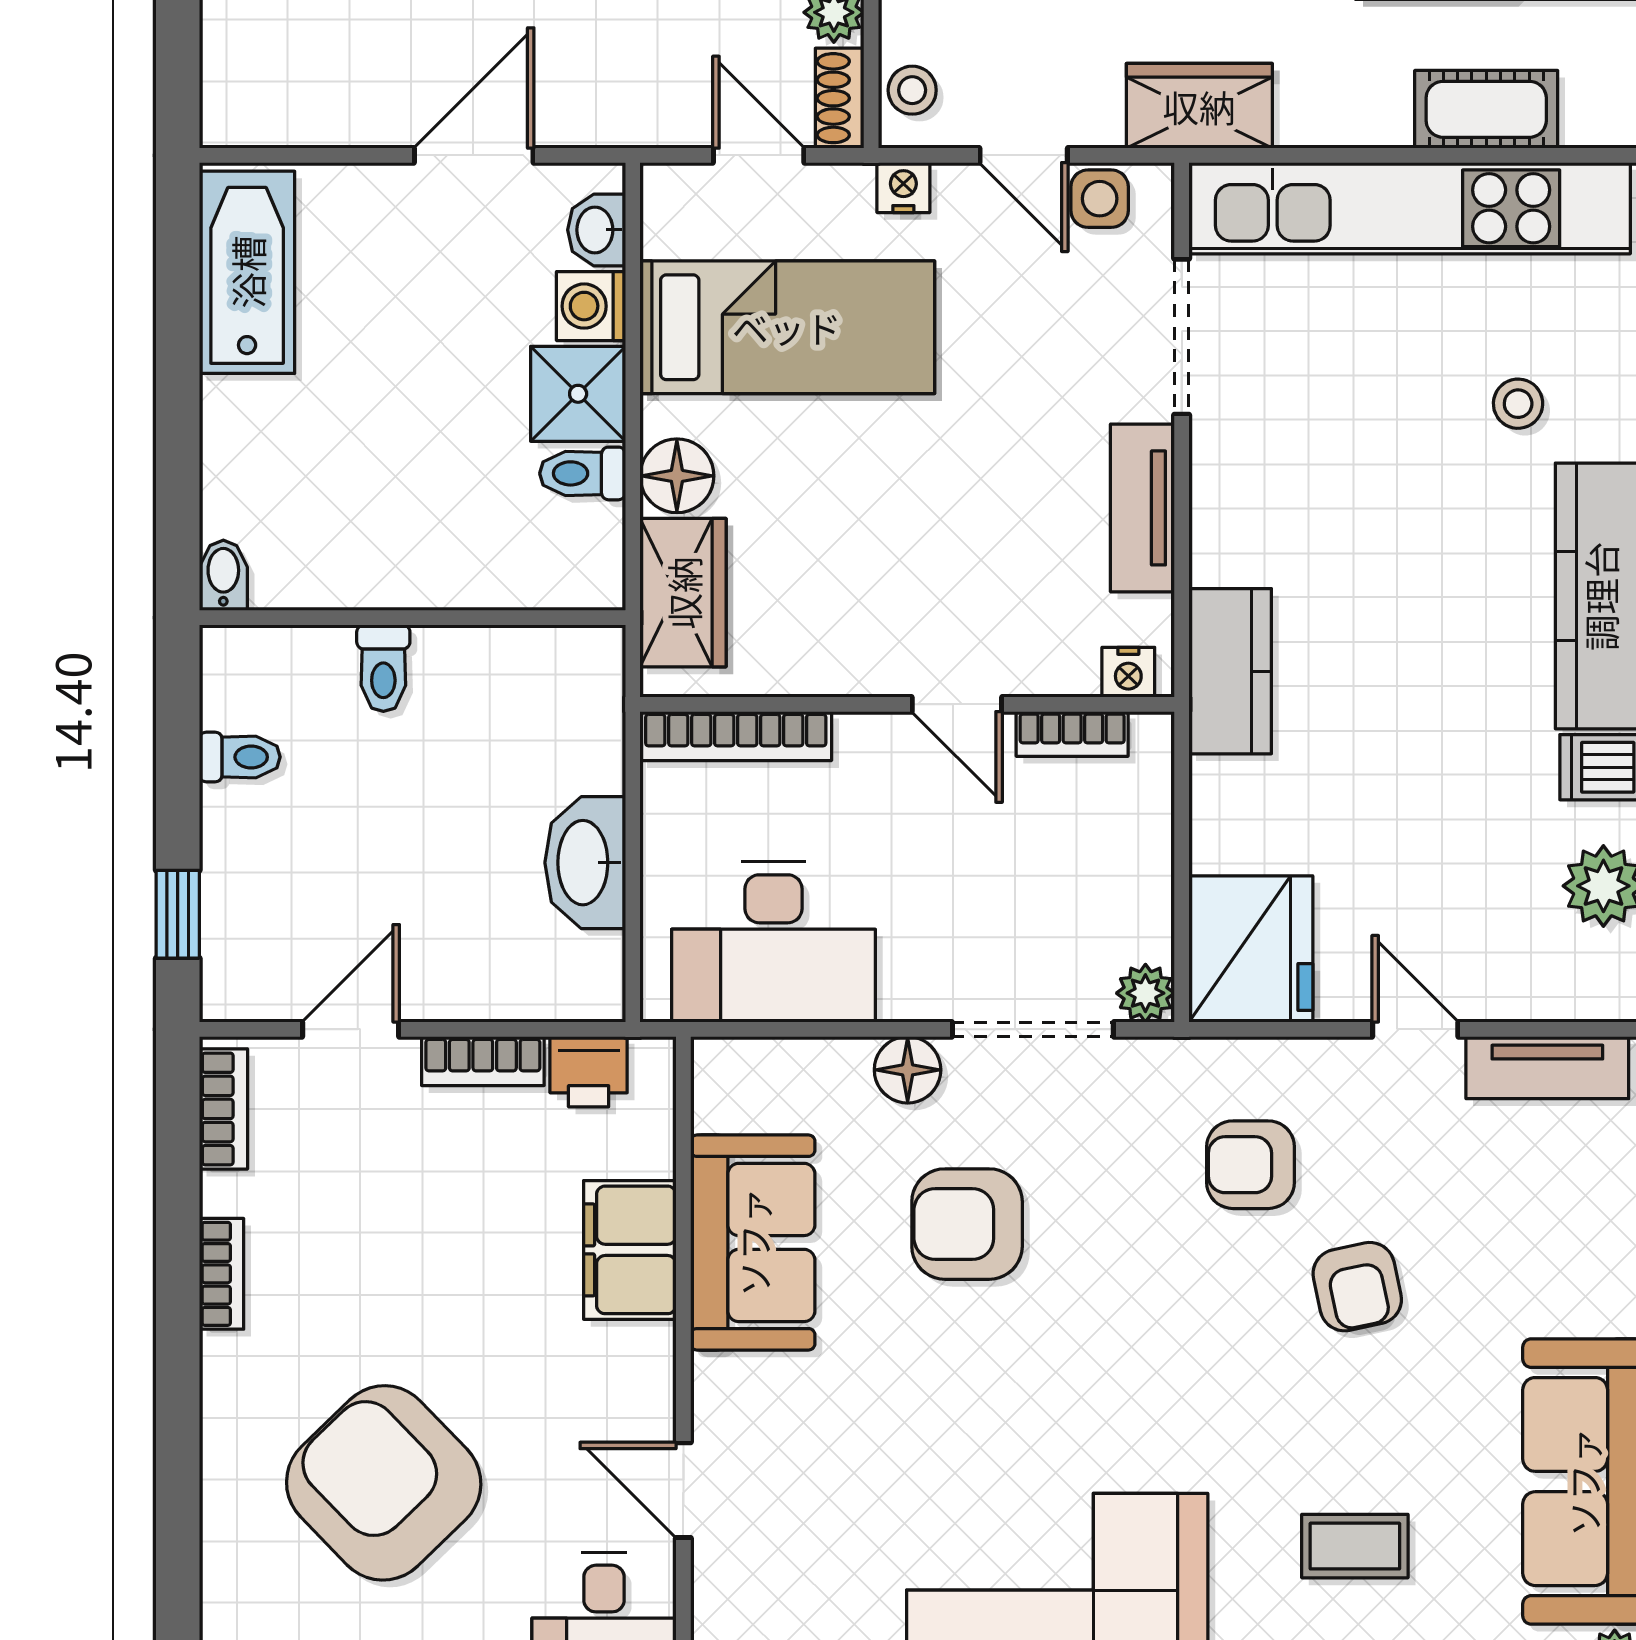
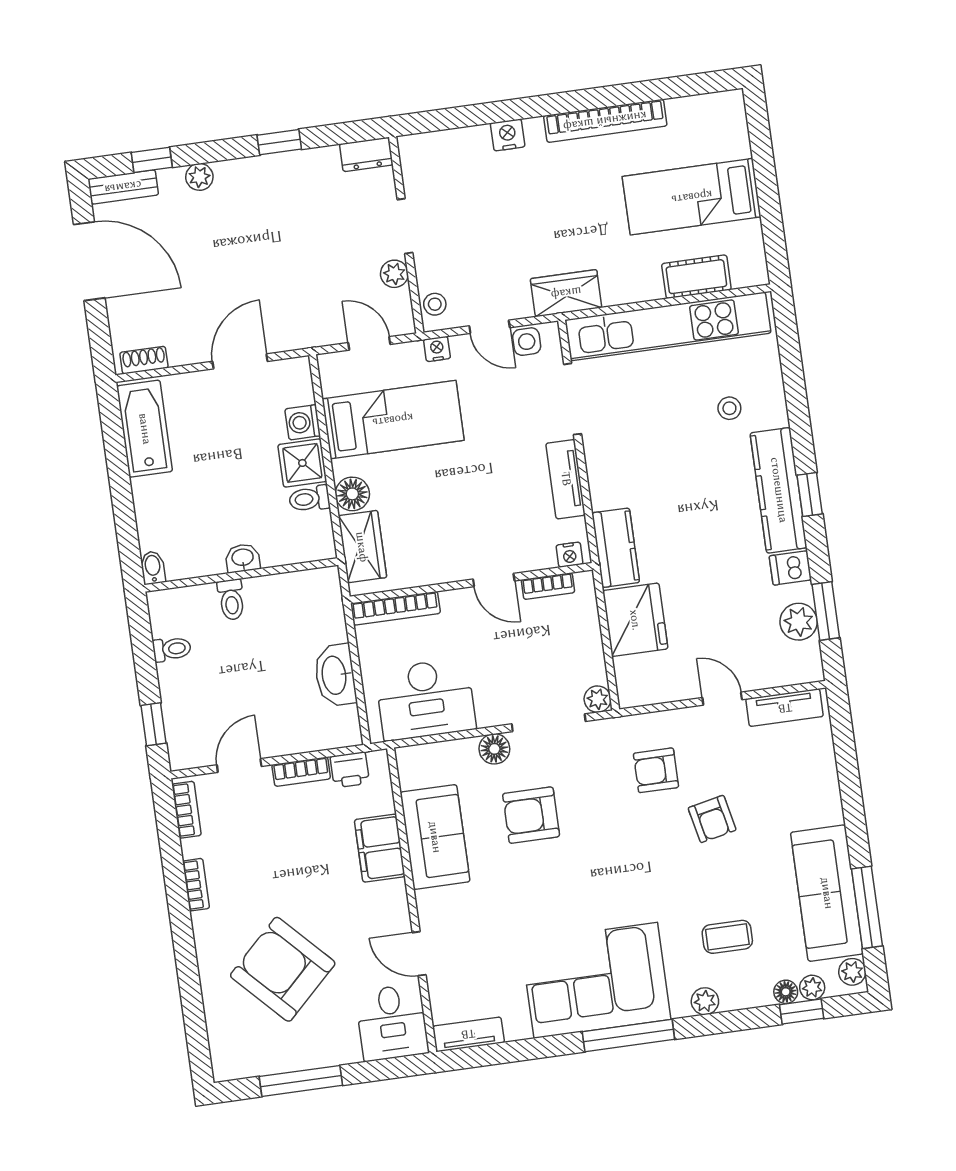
shoe rack: (840, 98) -> (144, 360), moved, turned 90
washbasin: (597, 230) -> (243, 558), moved, turned 90
fridge: (1251, 949) -> (635, 620), moved

